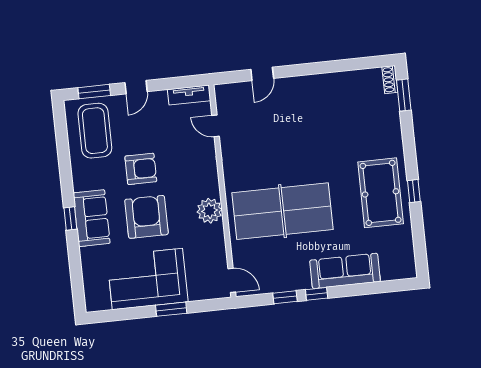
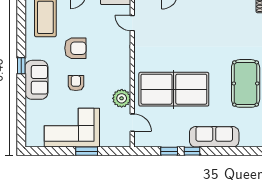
plant: (209, 211) -> (122, 98), moved
armchair: (146, 217) -> (76, 83), width x0.53, depth x0.53
window: (70, 219) -> (21, 66), moved
door: (232, 280) -> (132, 123), moved

